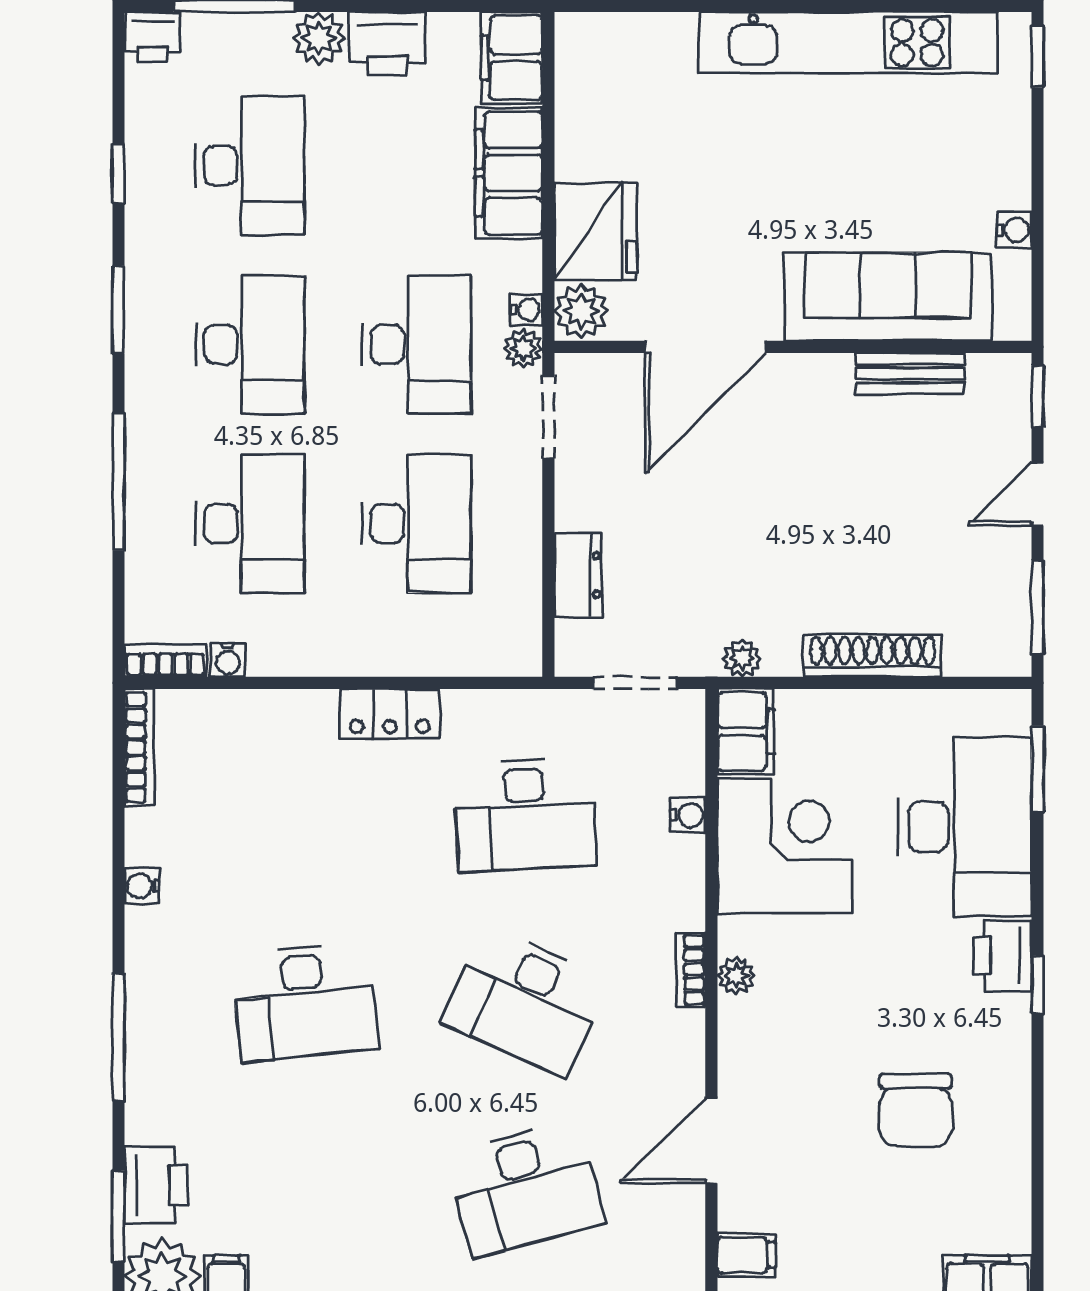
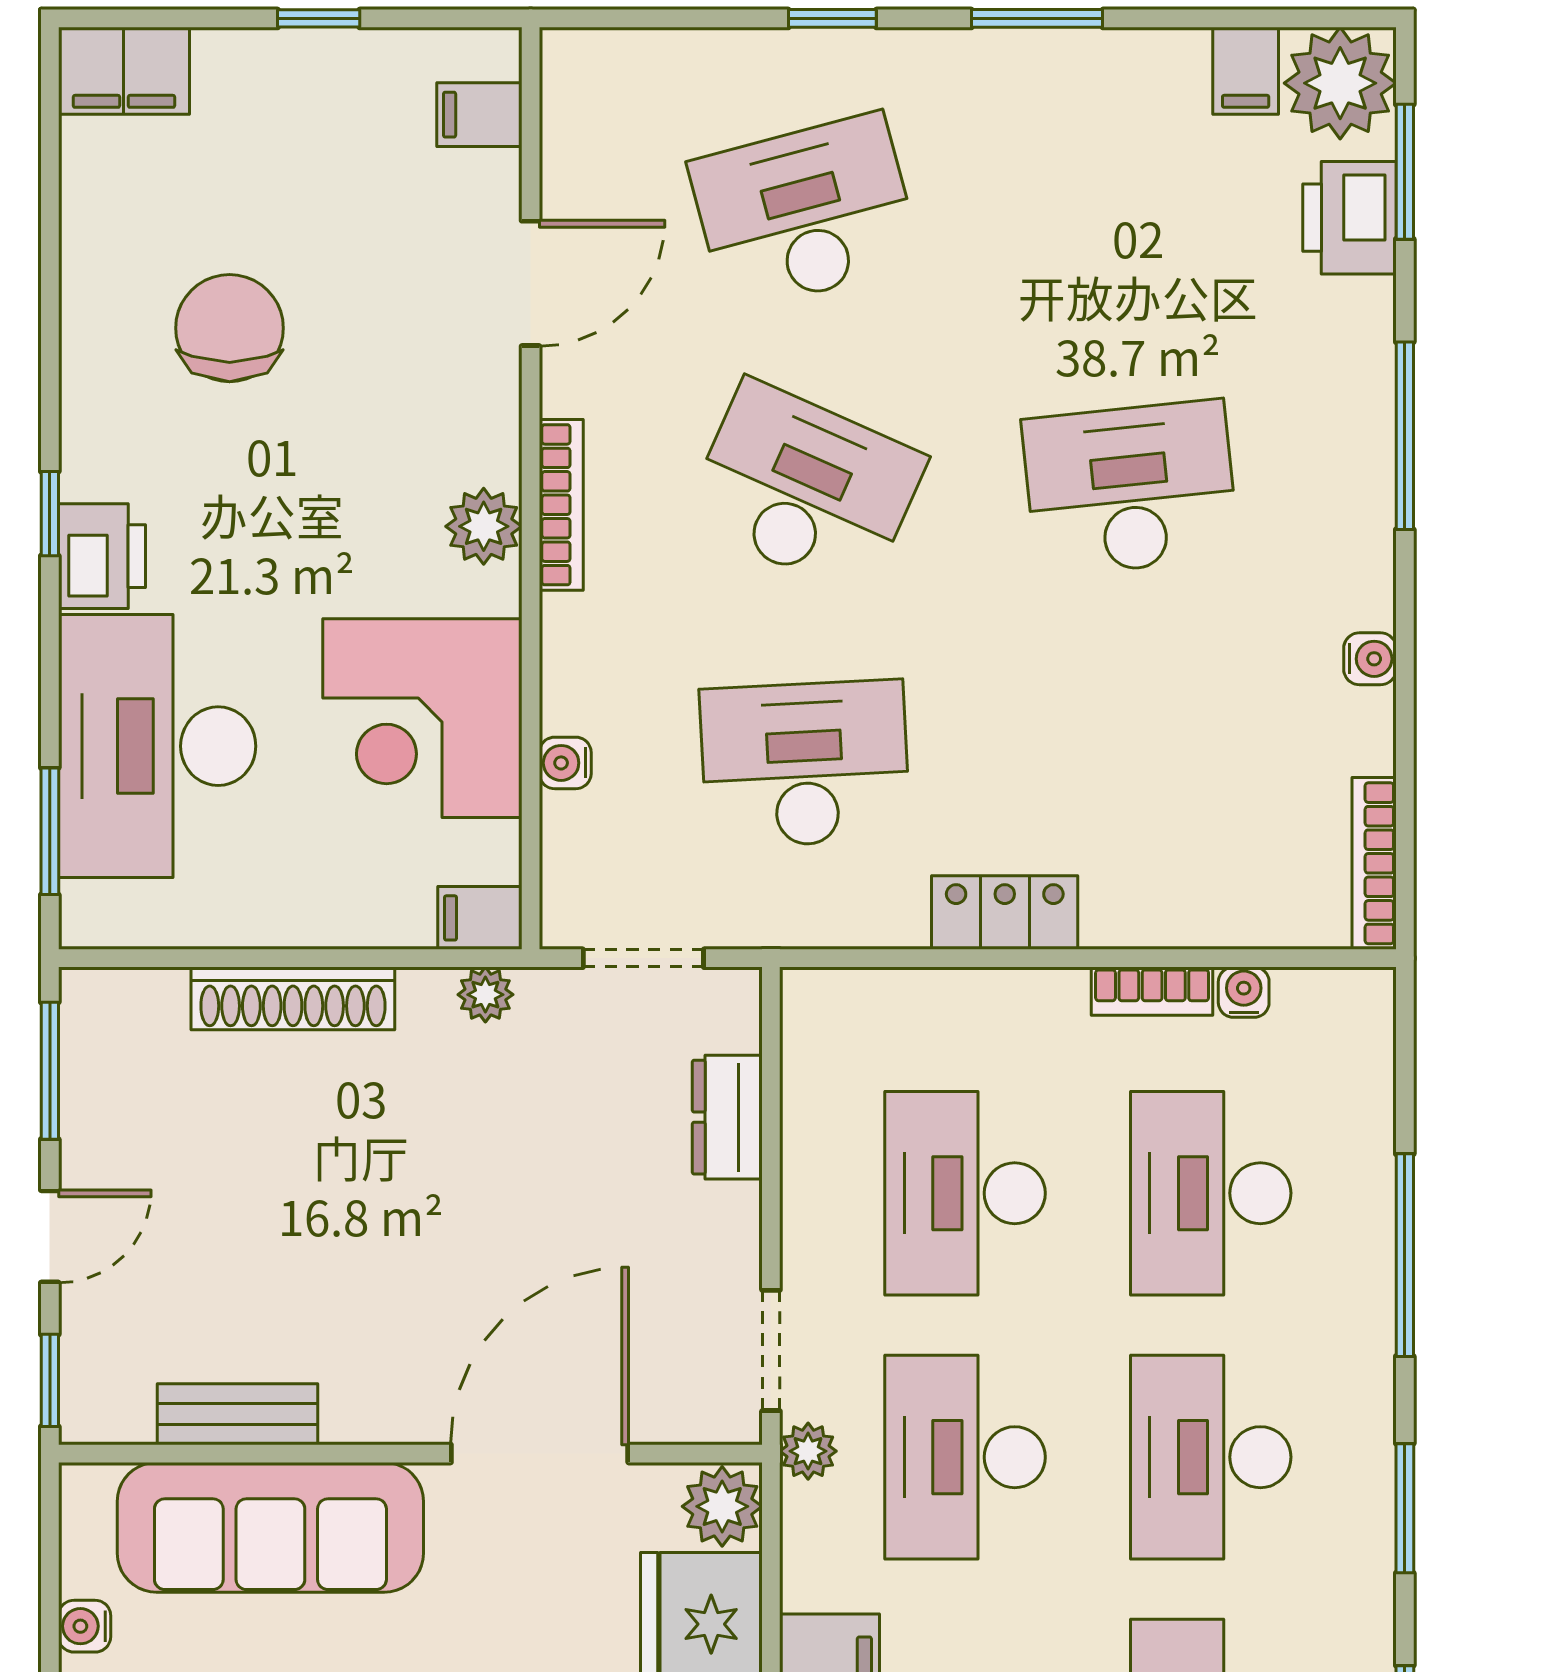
water cooler: (527, 310) -> (803, 1509), removed
bookcase: (166, 661) -> (1152, 991), moved
filing cabinet: (746, 732) -> (480, 918), width x0.50
bookcase: (691, 970) -> (561, 505), width x1.56
plant: (736, 976) -> (484, 526), width x1.38, depth x1.38

